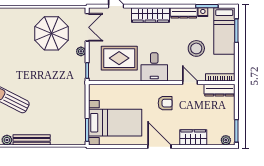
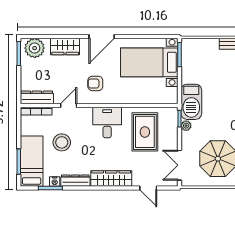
plant: (81, 51) -> (186, 126), moved
rug: (119, 58) -> (145, 132), turned 90
door: (190, 83) -> (69, 105), swing flipped
barbecue: (76, 86) -> (191, 102), added
plant: (226, 140) -> (35, 48), width x1.88, depth x1.88
door: (159, 147) -> (102, 37), hinge flipped

